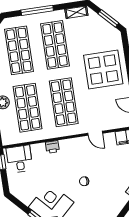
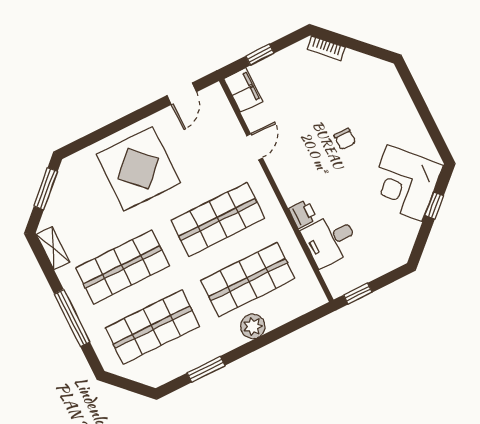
desk: (19, 159) -> (330, 240), moved

